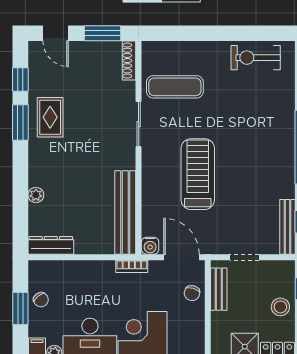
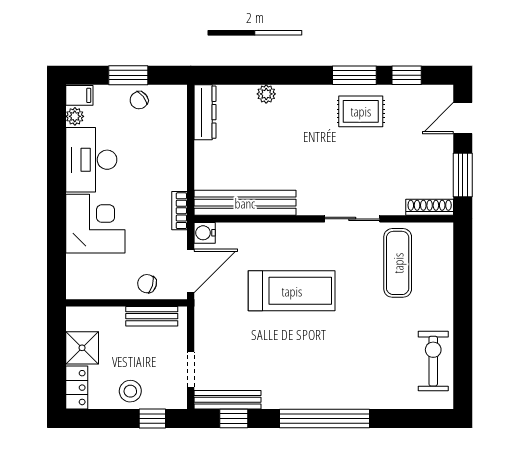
doorway: (244, 257) -> (191, 369), moved

